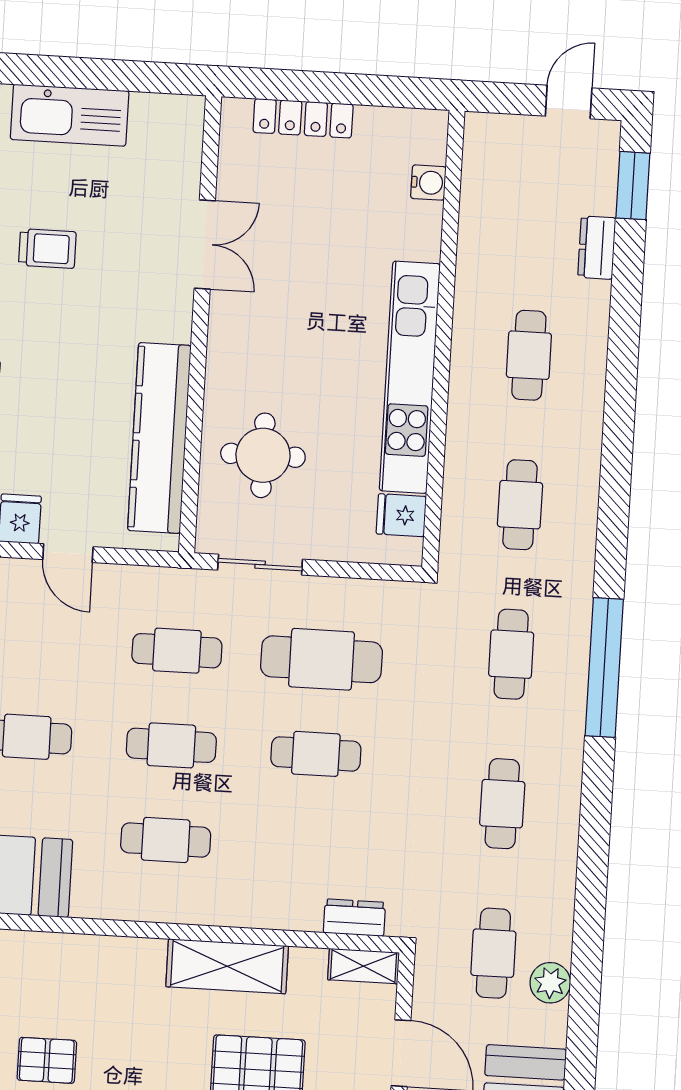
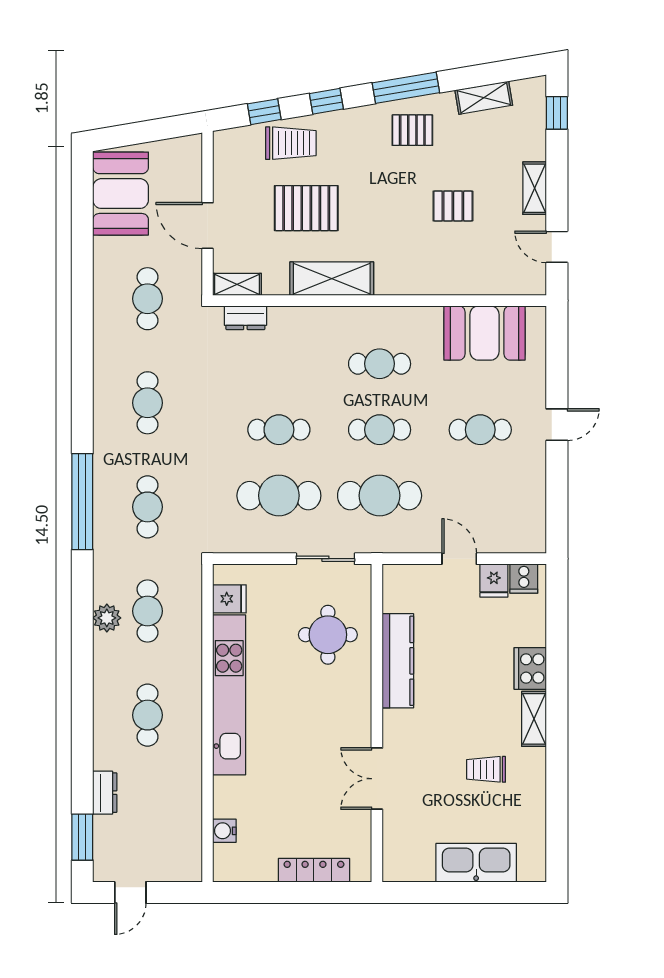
kitchen counter: (159, 438) -> (398, 661), width x0.72, depth x0.86
cafe table: (177, 651) -> (380, 496), width x1.37, depth x1.35
plant: (550, 983) -> (107, 618), moved

